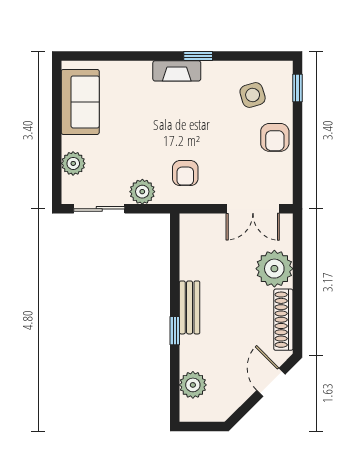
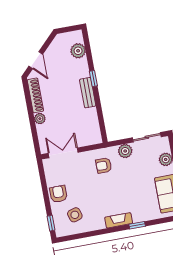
window: (198, 56) -> (137, 225), moved
armchair: (185, 173) -> (104, 165), turned -90
plant: (274, 269) -> (40, 119), width x0.53, depth x0.53

